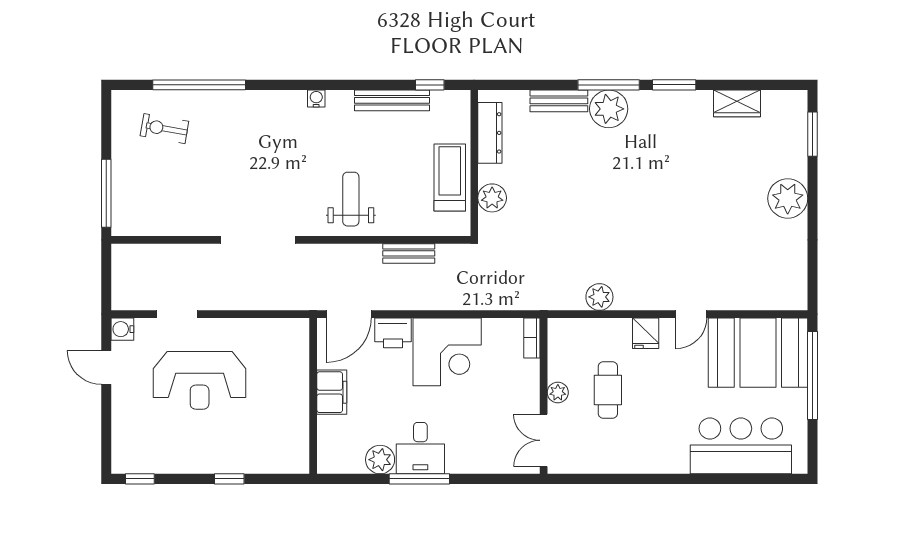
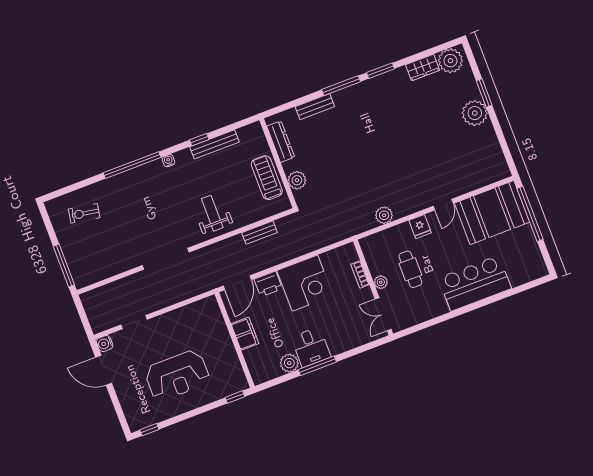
window: (199, 85) -> (132, 165), moved
window: (430, 85) -> (199, 140), moved
plant: (609, 109) -> (450, 61), moved
window: (812, 134) -> (484, 93), moved
bookcase: (532, 338) -> (360, 274), moved
door: (106, 368) -> (104, 370), width x1.38
reception desk: (200, 380) -> (177, 375), moved
bar counter: (741, 446) -> (475, 283), moved
window: (229, 479) -> (235, 397), moved

